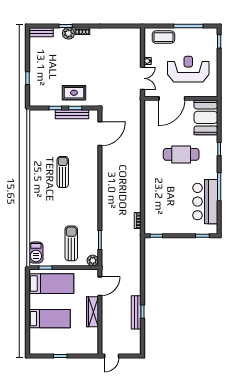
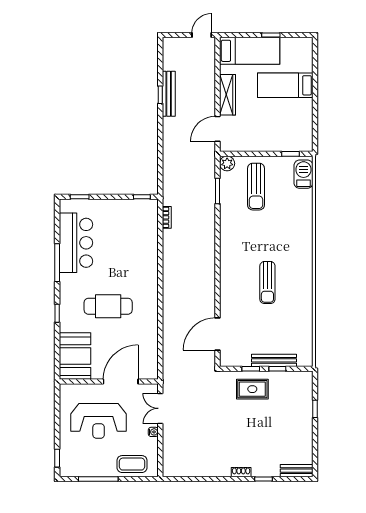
plant: (68, 33) -> (260, 469), removed
bench: (72, 114) -> (274, 360), moved
bed: (51, 284) -> (250, 51), moved, turned 180

